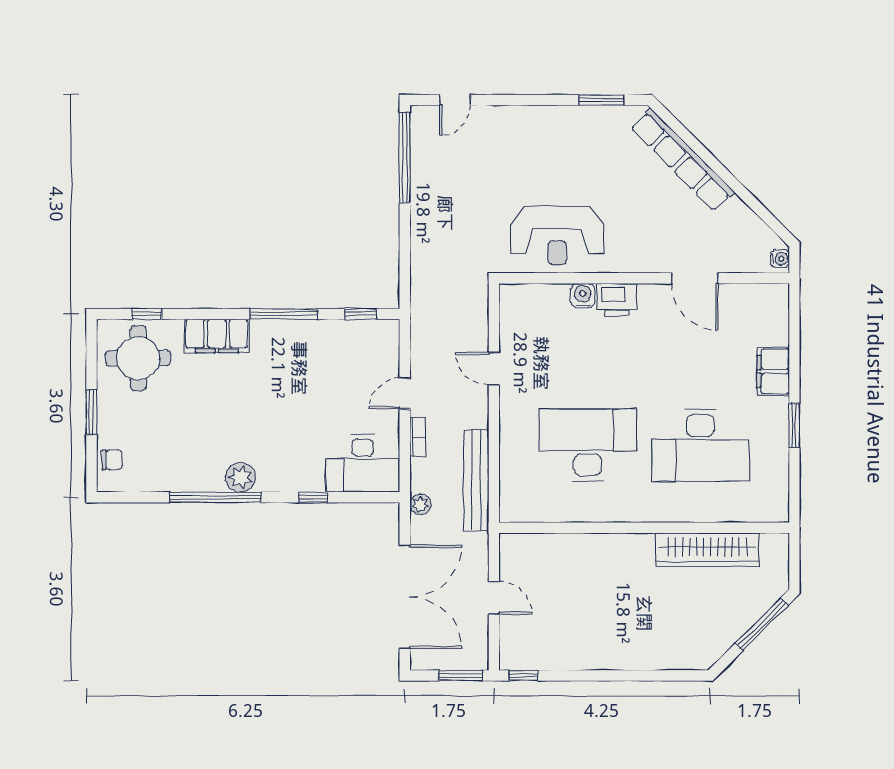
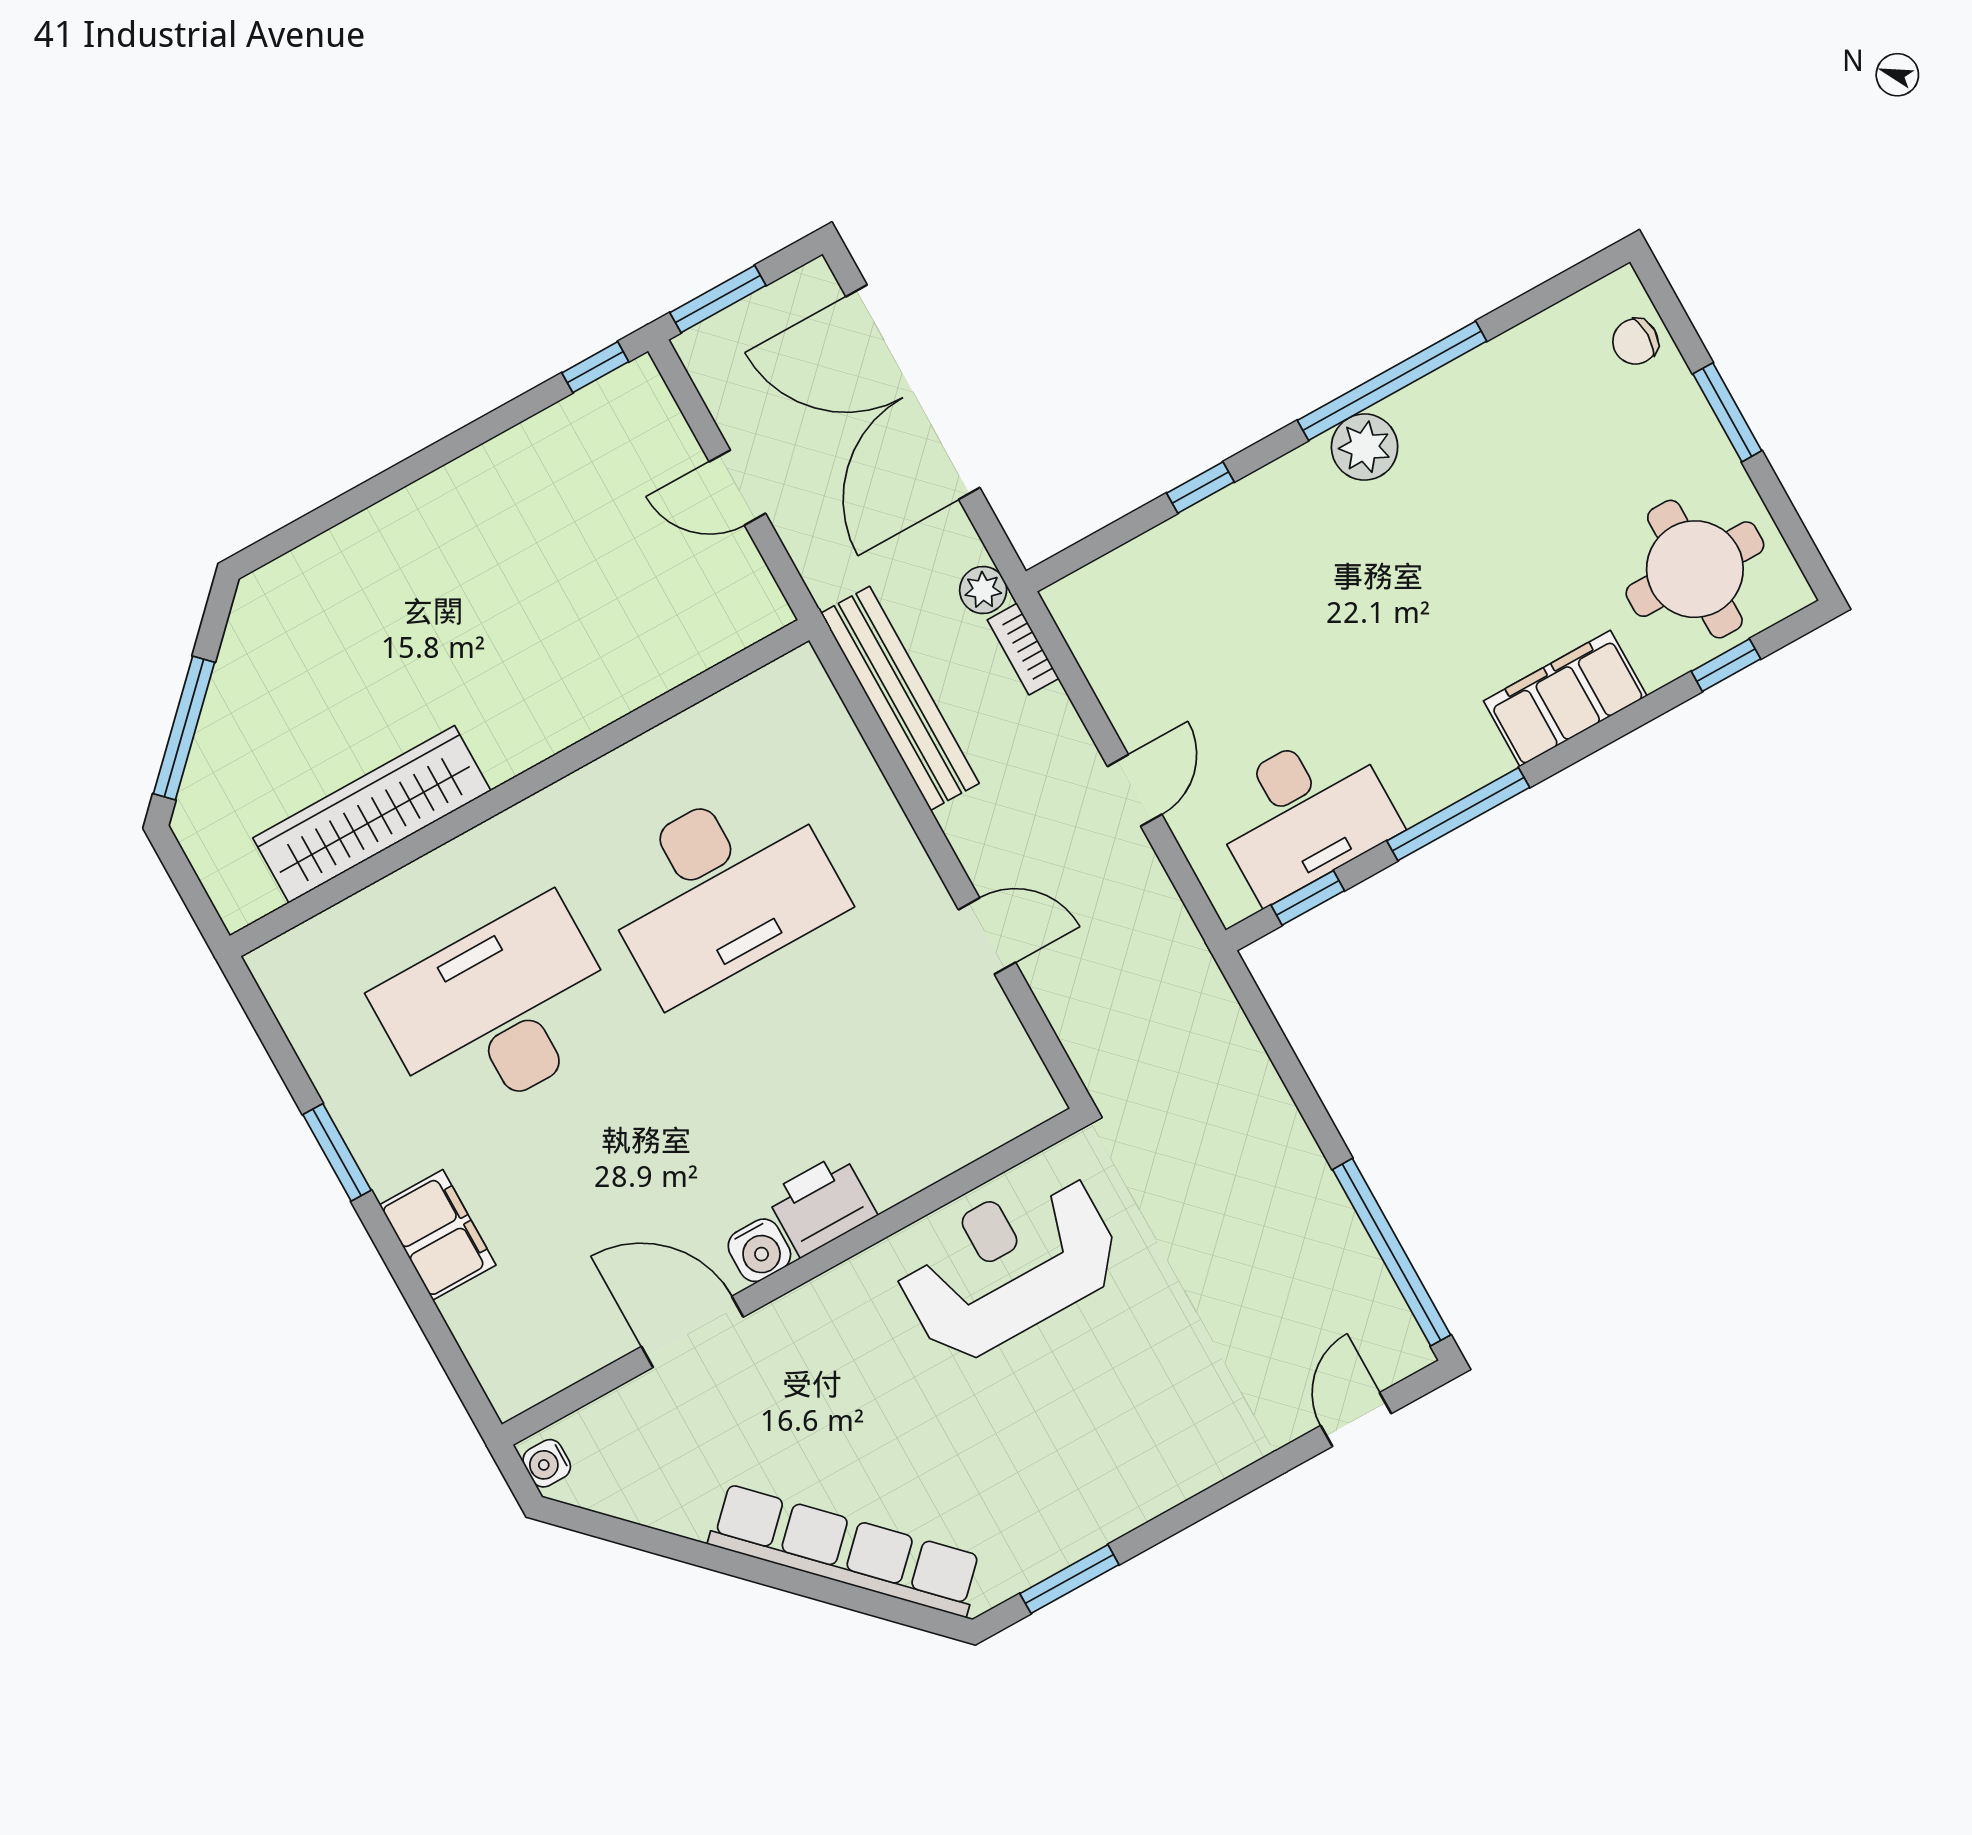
water cooler: (583, 296) -> (759, 1250), moved
bookcase: (417, 437) -> (1023, 649), moved
desk: (363, 463) -> (1303, 813), moved, turned 180

